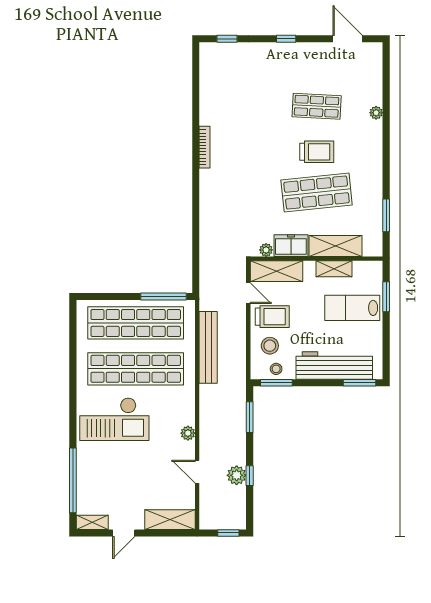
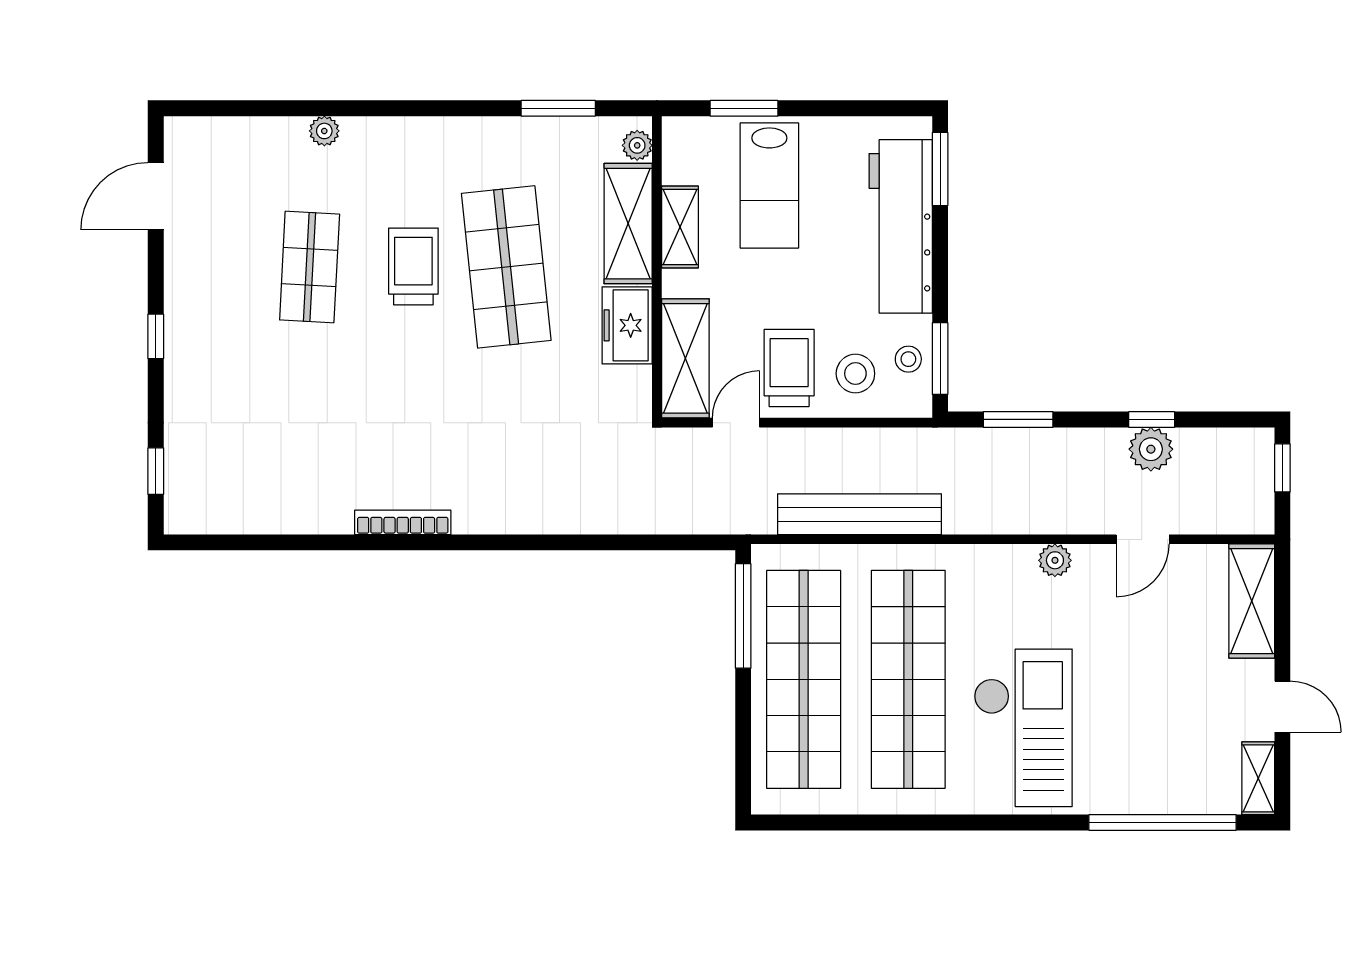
plant: (266, 250) -> (637, 145), moved

